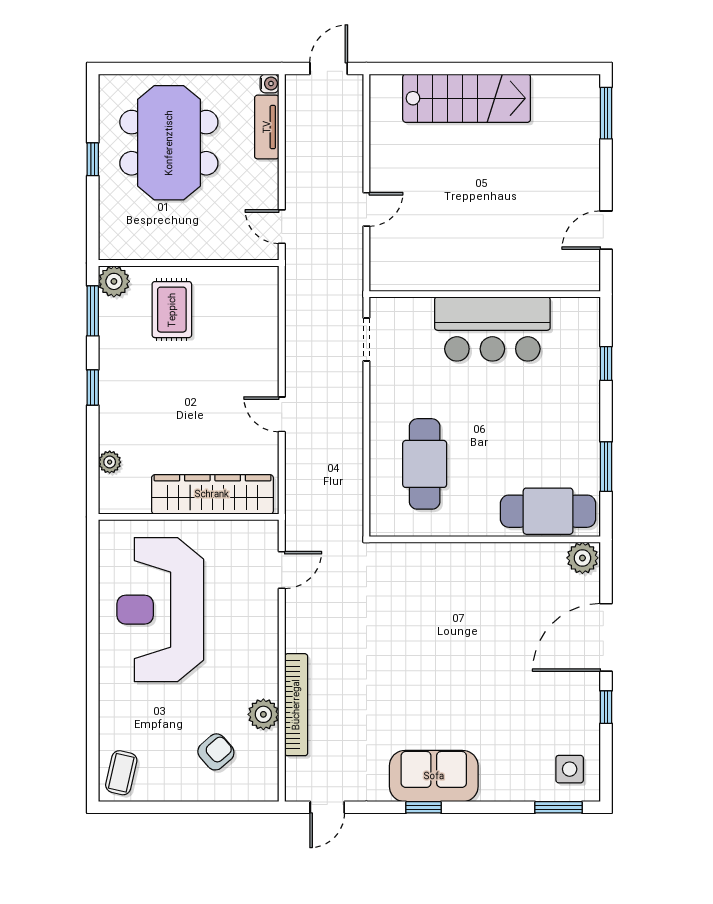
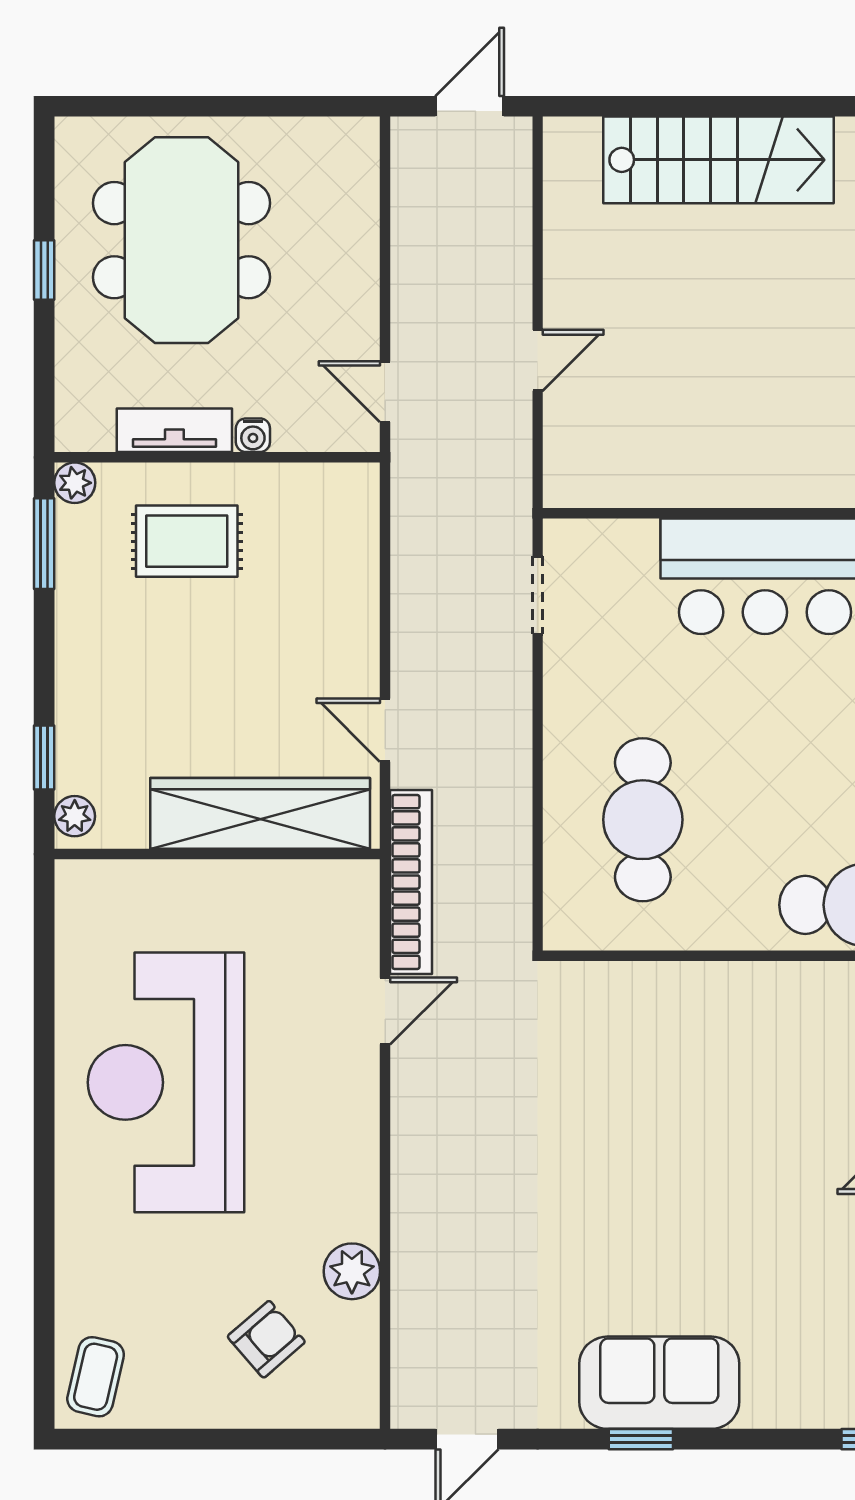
water cooler: (269, 84) -> (253, 435), moved, turned 90
tv unit: (267, 127) -> (174, 430), moved, turned 90
plant: (114, 281) -> (75, 483), width x0.73, depth x0.73
rug: (172, 310) -> (187, 541), turned 90
window: (93, 387) -> (44, 757), moved
wardrobe: (212, 494) -> (260, 813), moved
wall: (189, 517) -> (217, 854), moved
bookcase: (296, 705) -> (411, 882), moved

